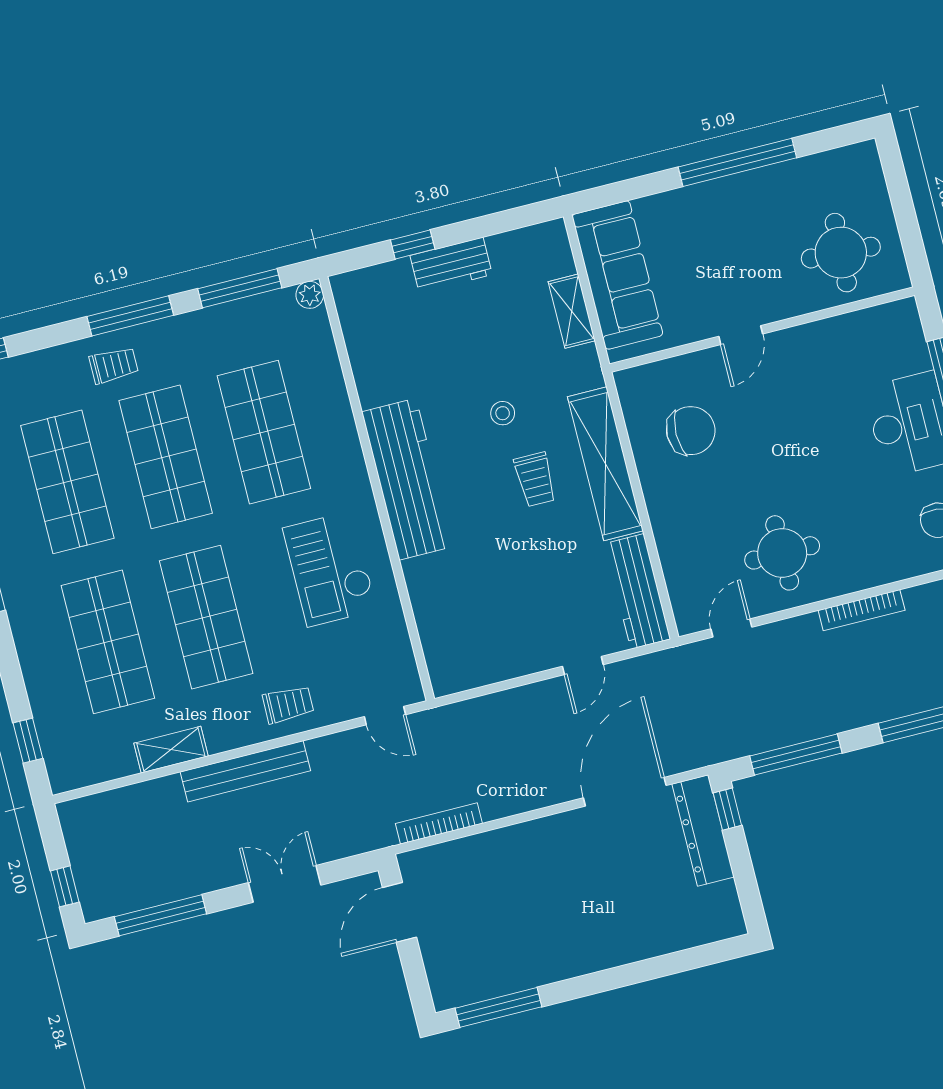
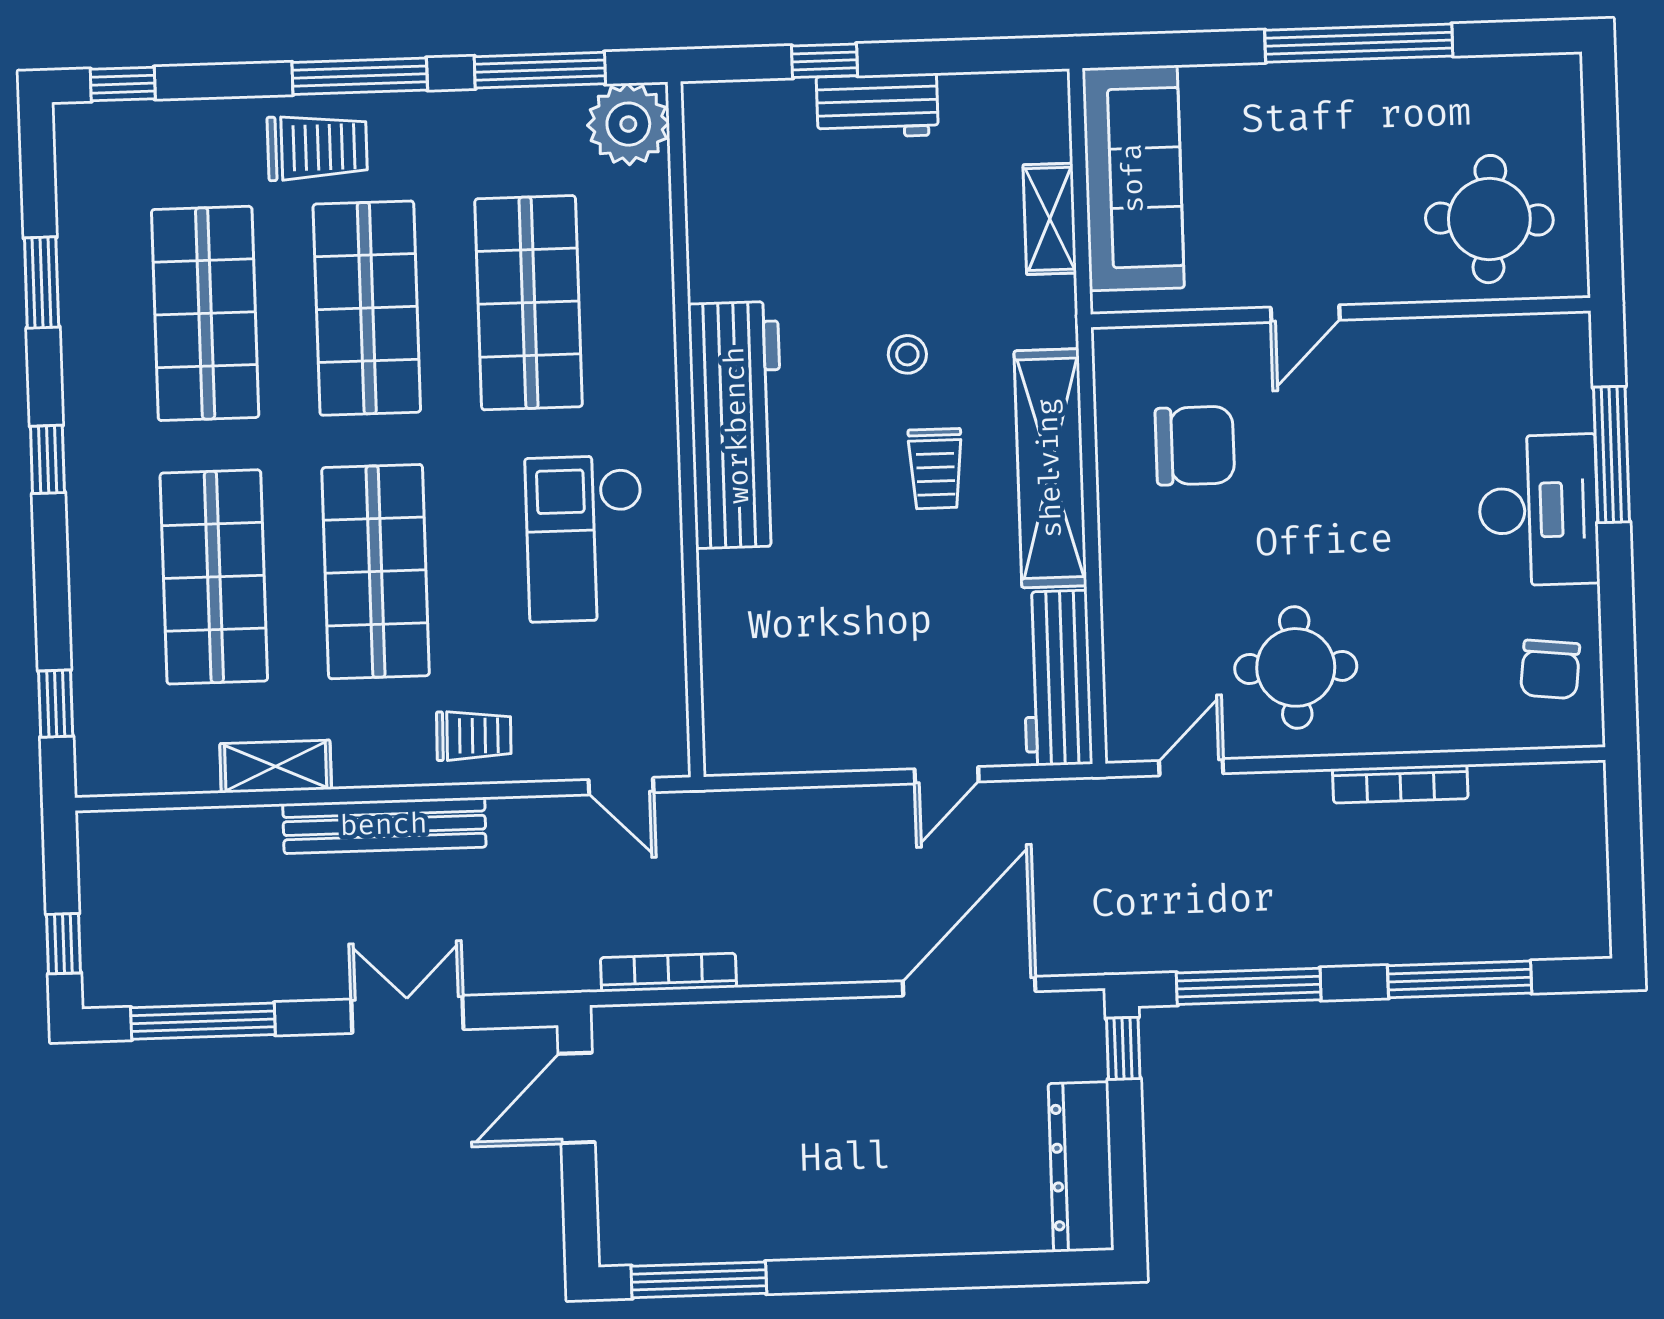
plant: (310, 295) -> (628, 124), width x1.88, depth x1.88
trolley: (114, 365) -> (317, 147), width x1.36, depth x1.39
dresser: (703, 830) -> (1081, 1167), moved

